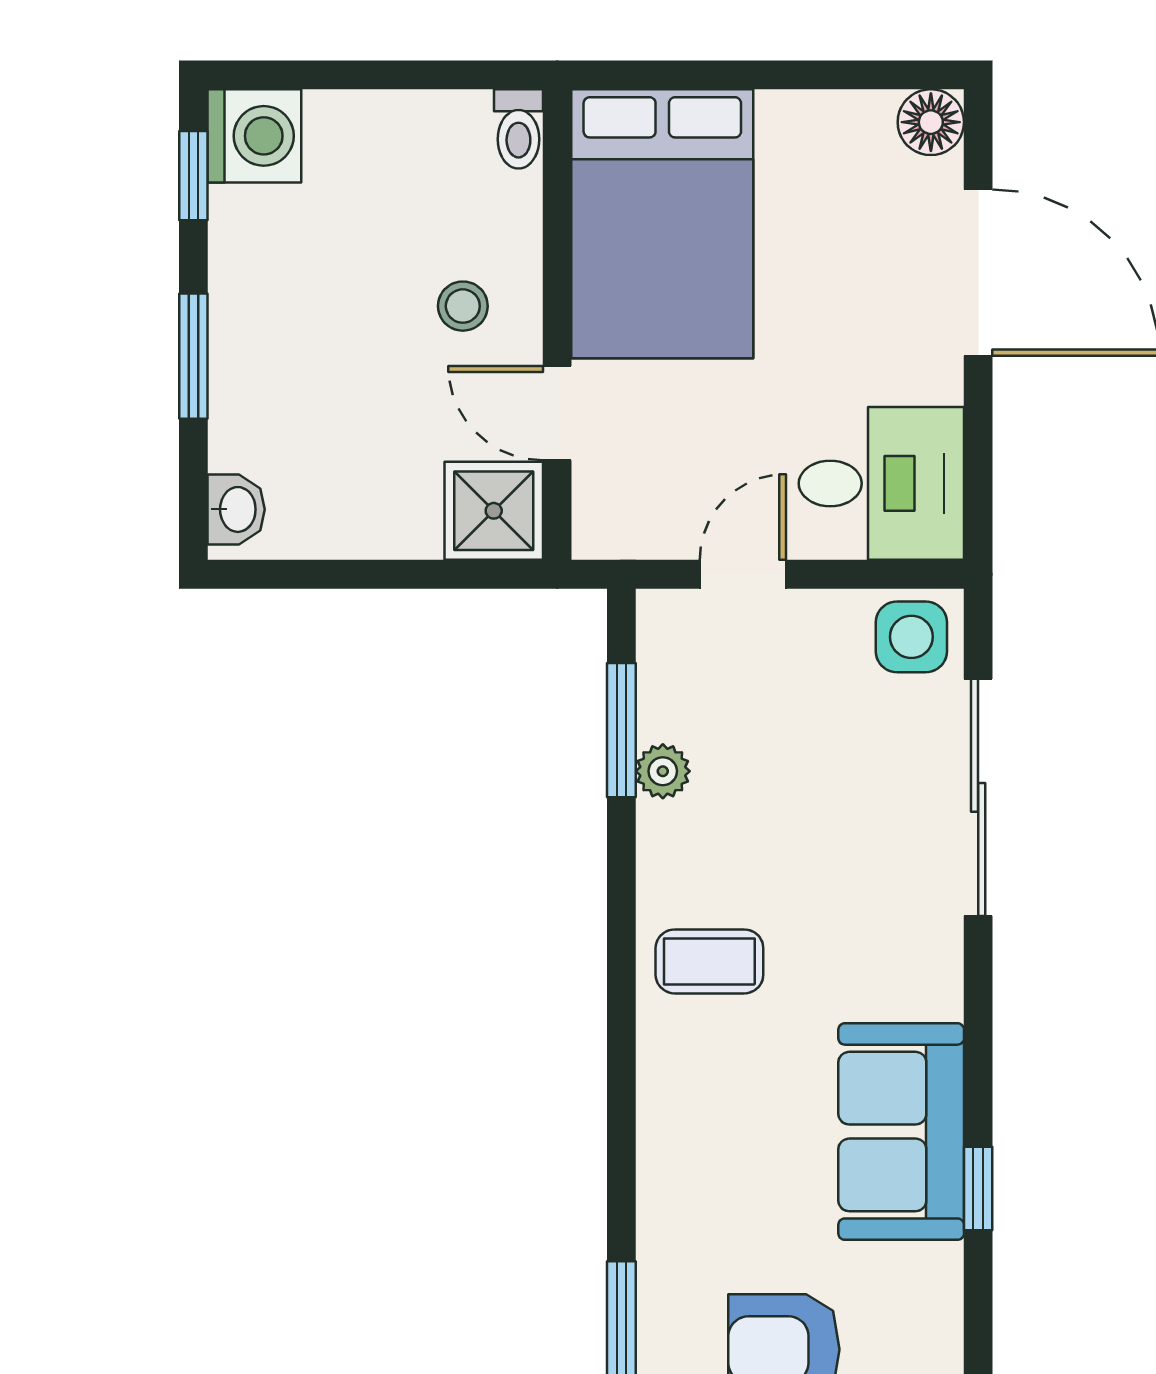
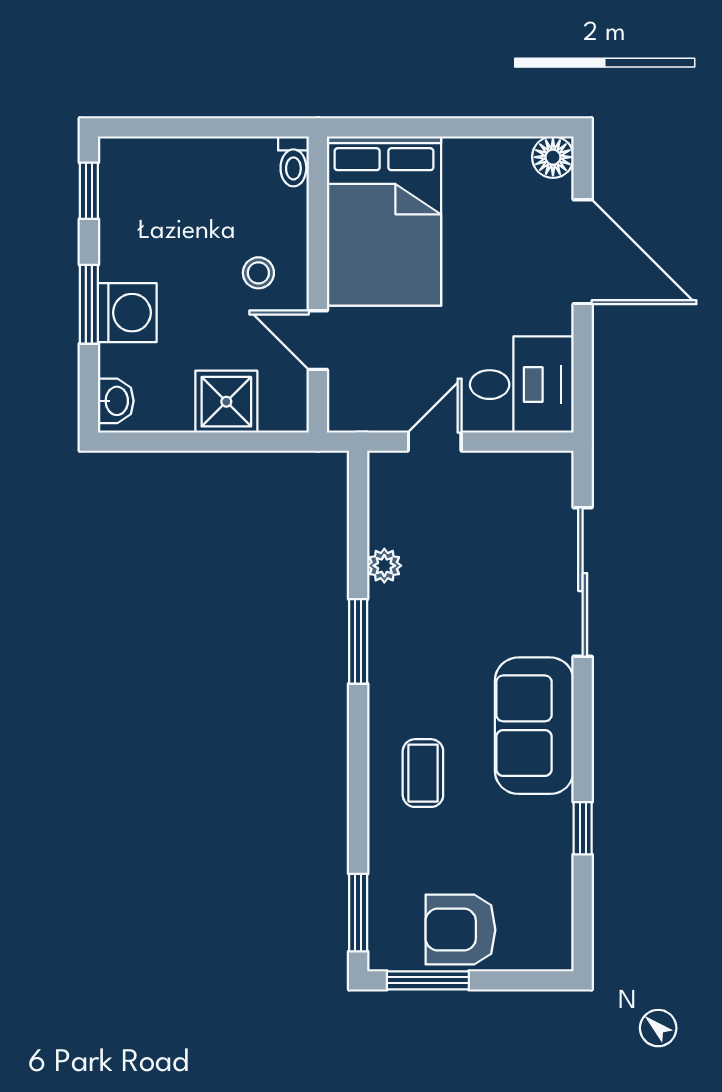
washing machine: (254, 136) -> (127, 313), moved
shower: (494, 511) -> (226, 402), moved
side table: (911, 637) -> (541, 481), removed
window: (621, 730) -> (358, 641), moved
coffee table: (709, 961) -> (423, 773), moved, turned 90
sofa: (901, 1132) -> (534, 726), moved

